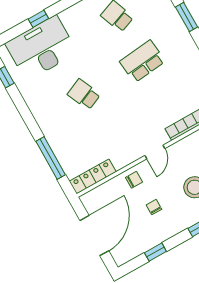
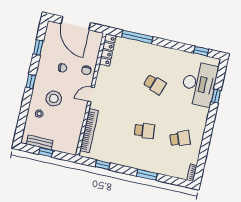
school desk: (142, 61) -> (144, 131), width x0.54
school desk: (84, 94) -> (155, 84), turned 42
door: (155, 152) -> (91, 94), hinge flipped

